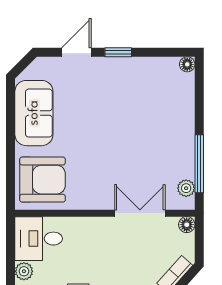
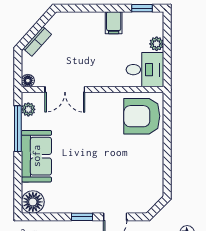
floor lamp: (187, 64) -> (33, 202), width x1.89, depth x1.89
sofa: (34, 113) -> (36, 156), moved, turned 180

